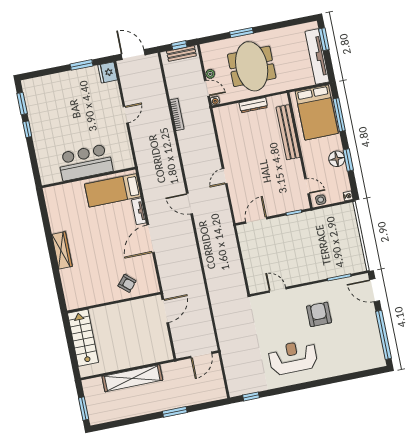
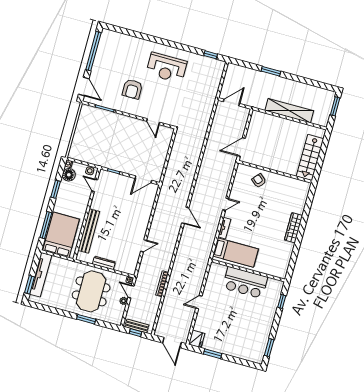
window: (27, 129) -> (282, 302), moved
floor lamp: (337, 159) -> (69, 175), moved
door: (225, 176) -> (144, 246), moved
door: (151, 239) -> (226, 204), width x0.53

